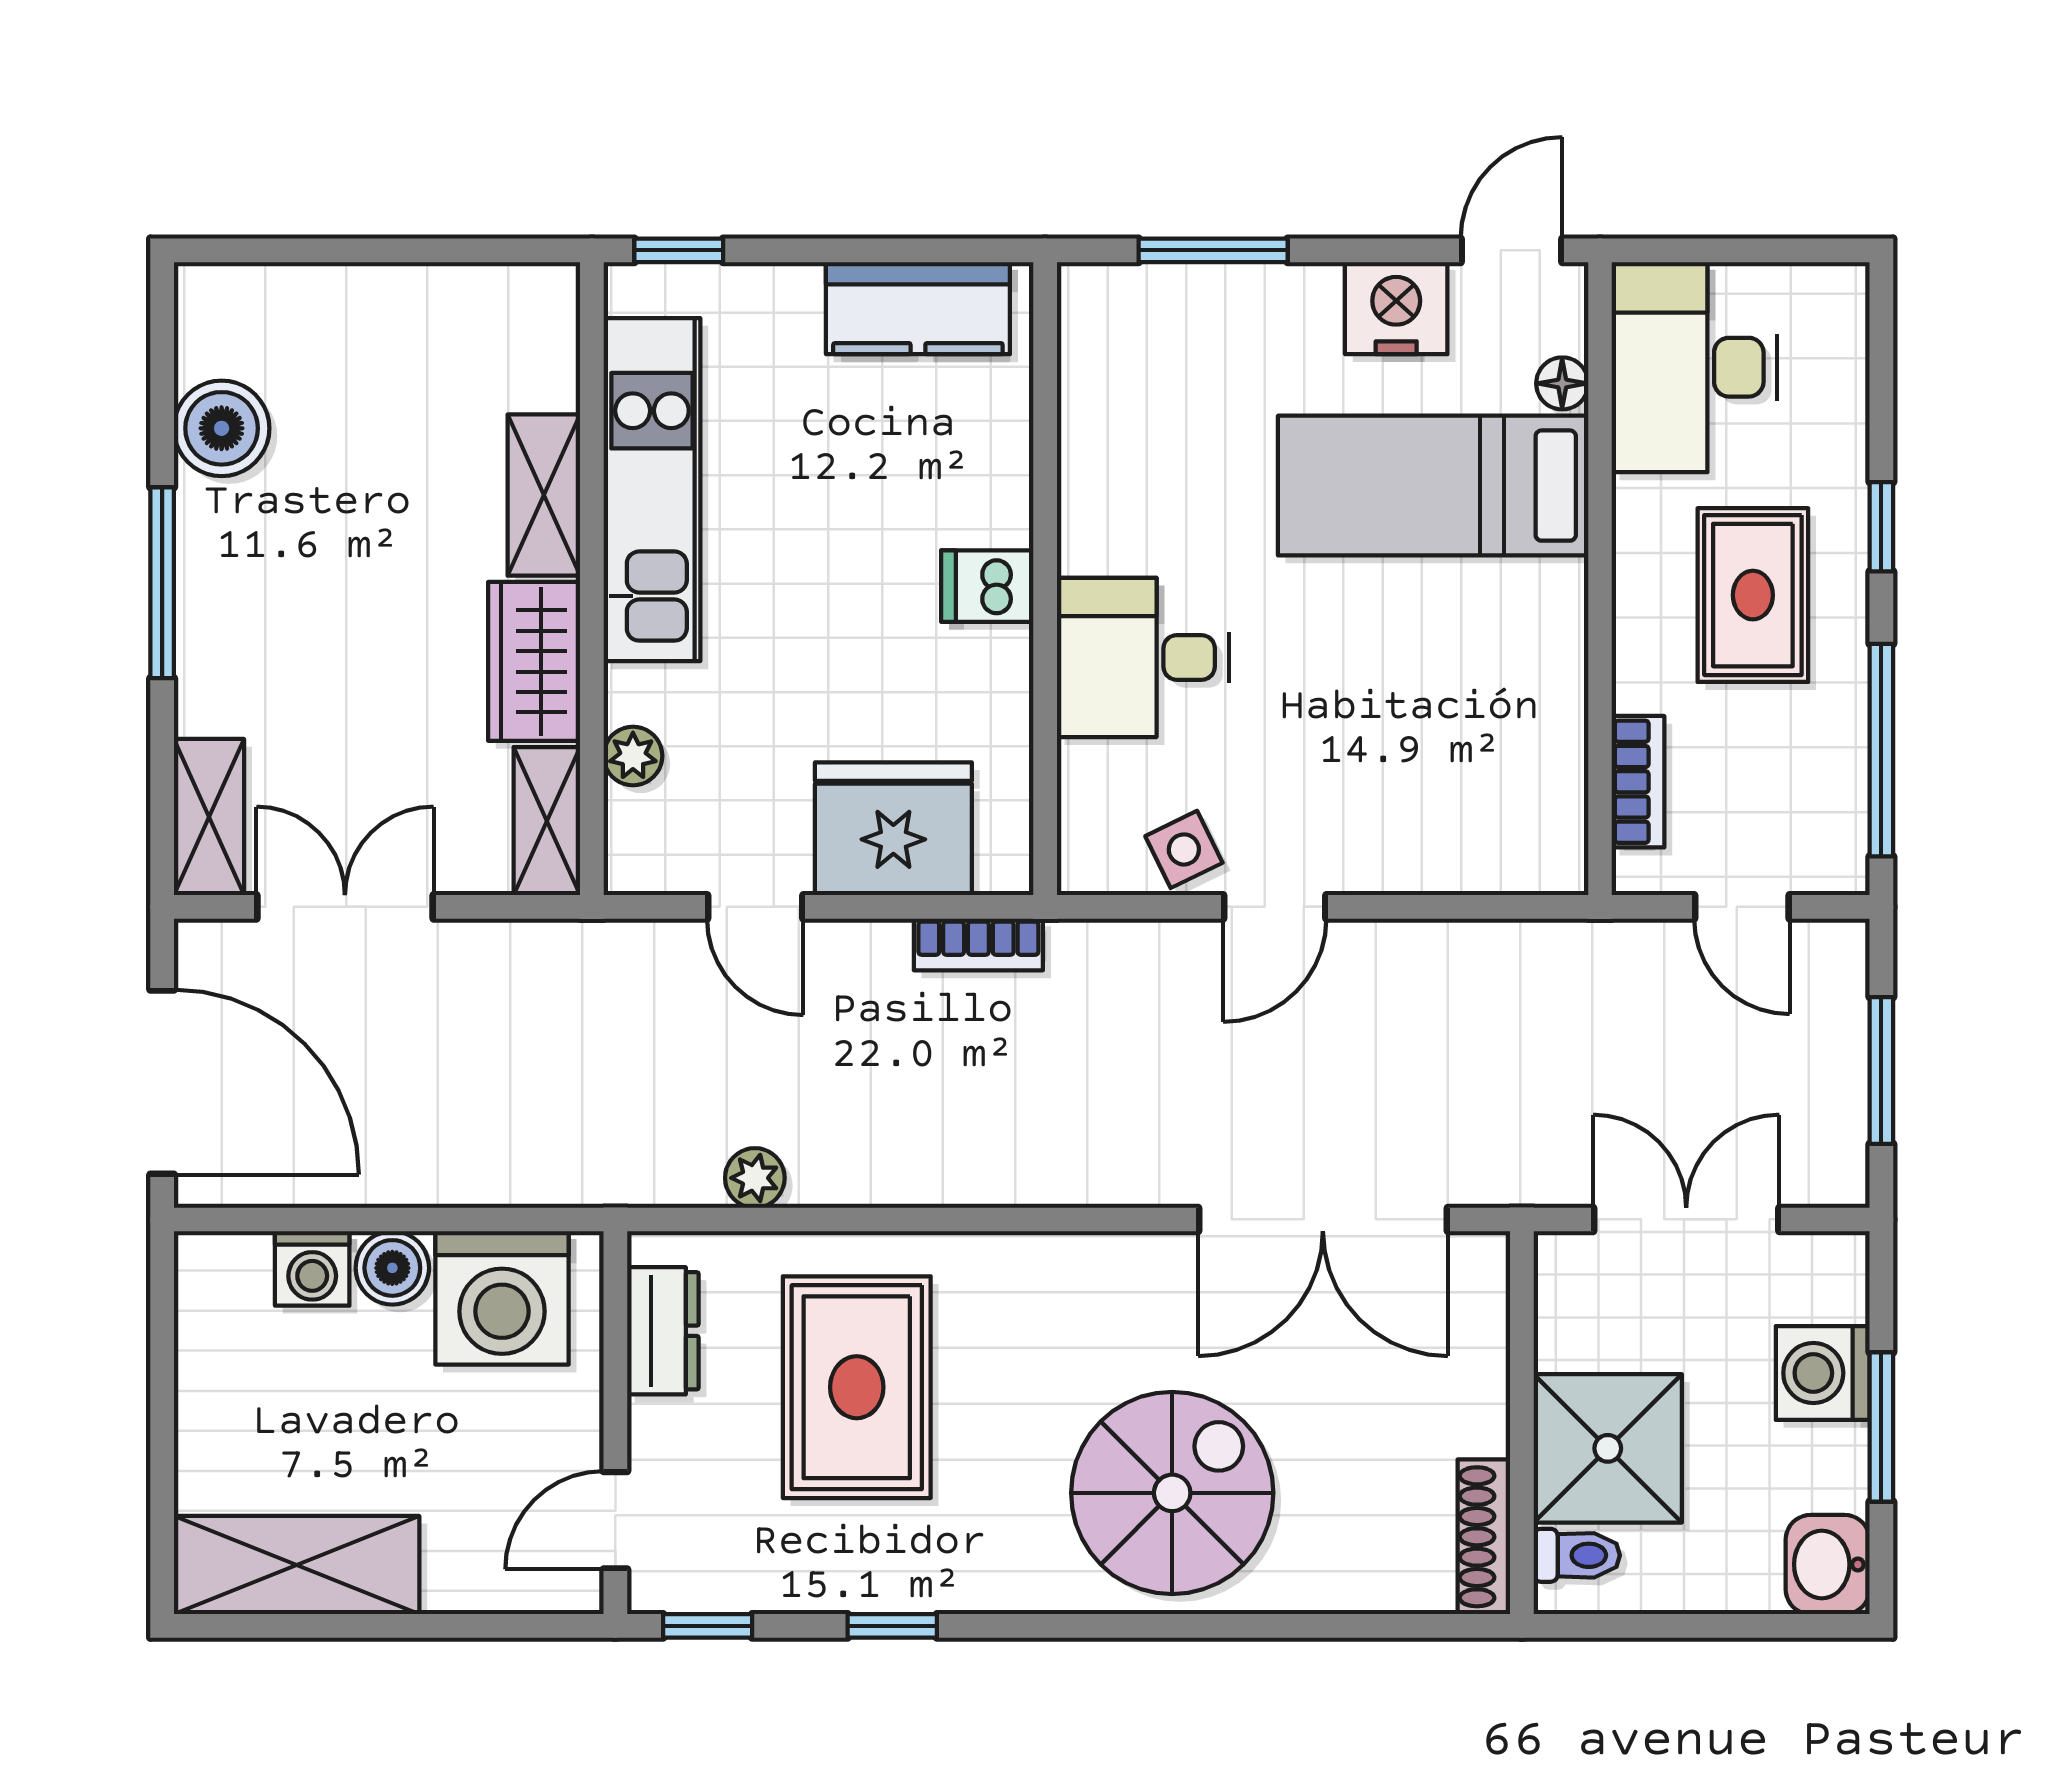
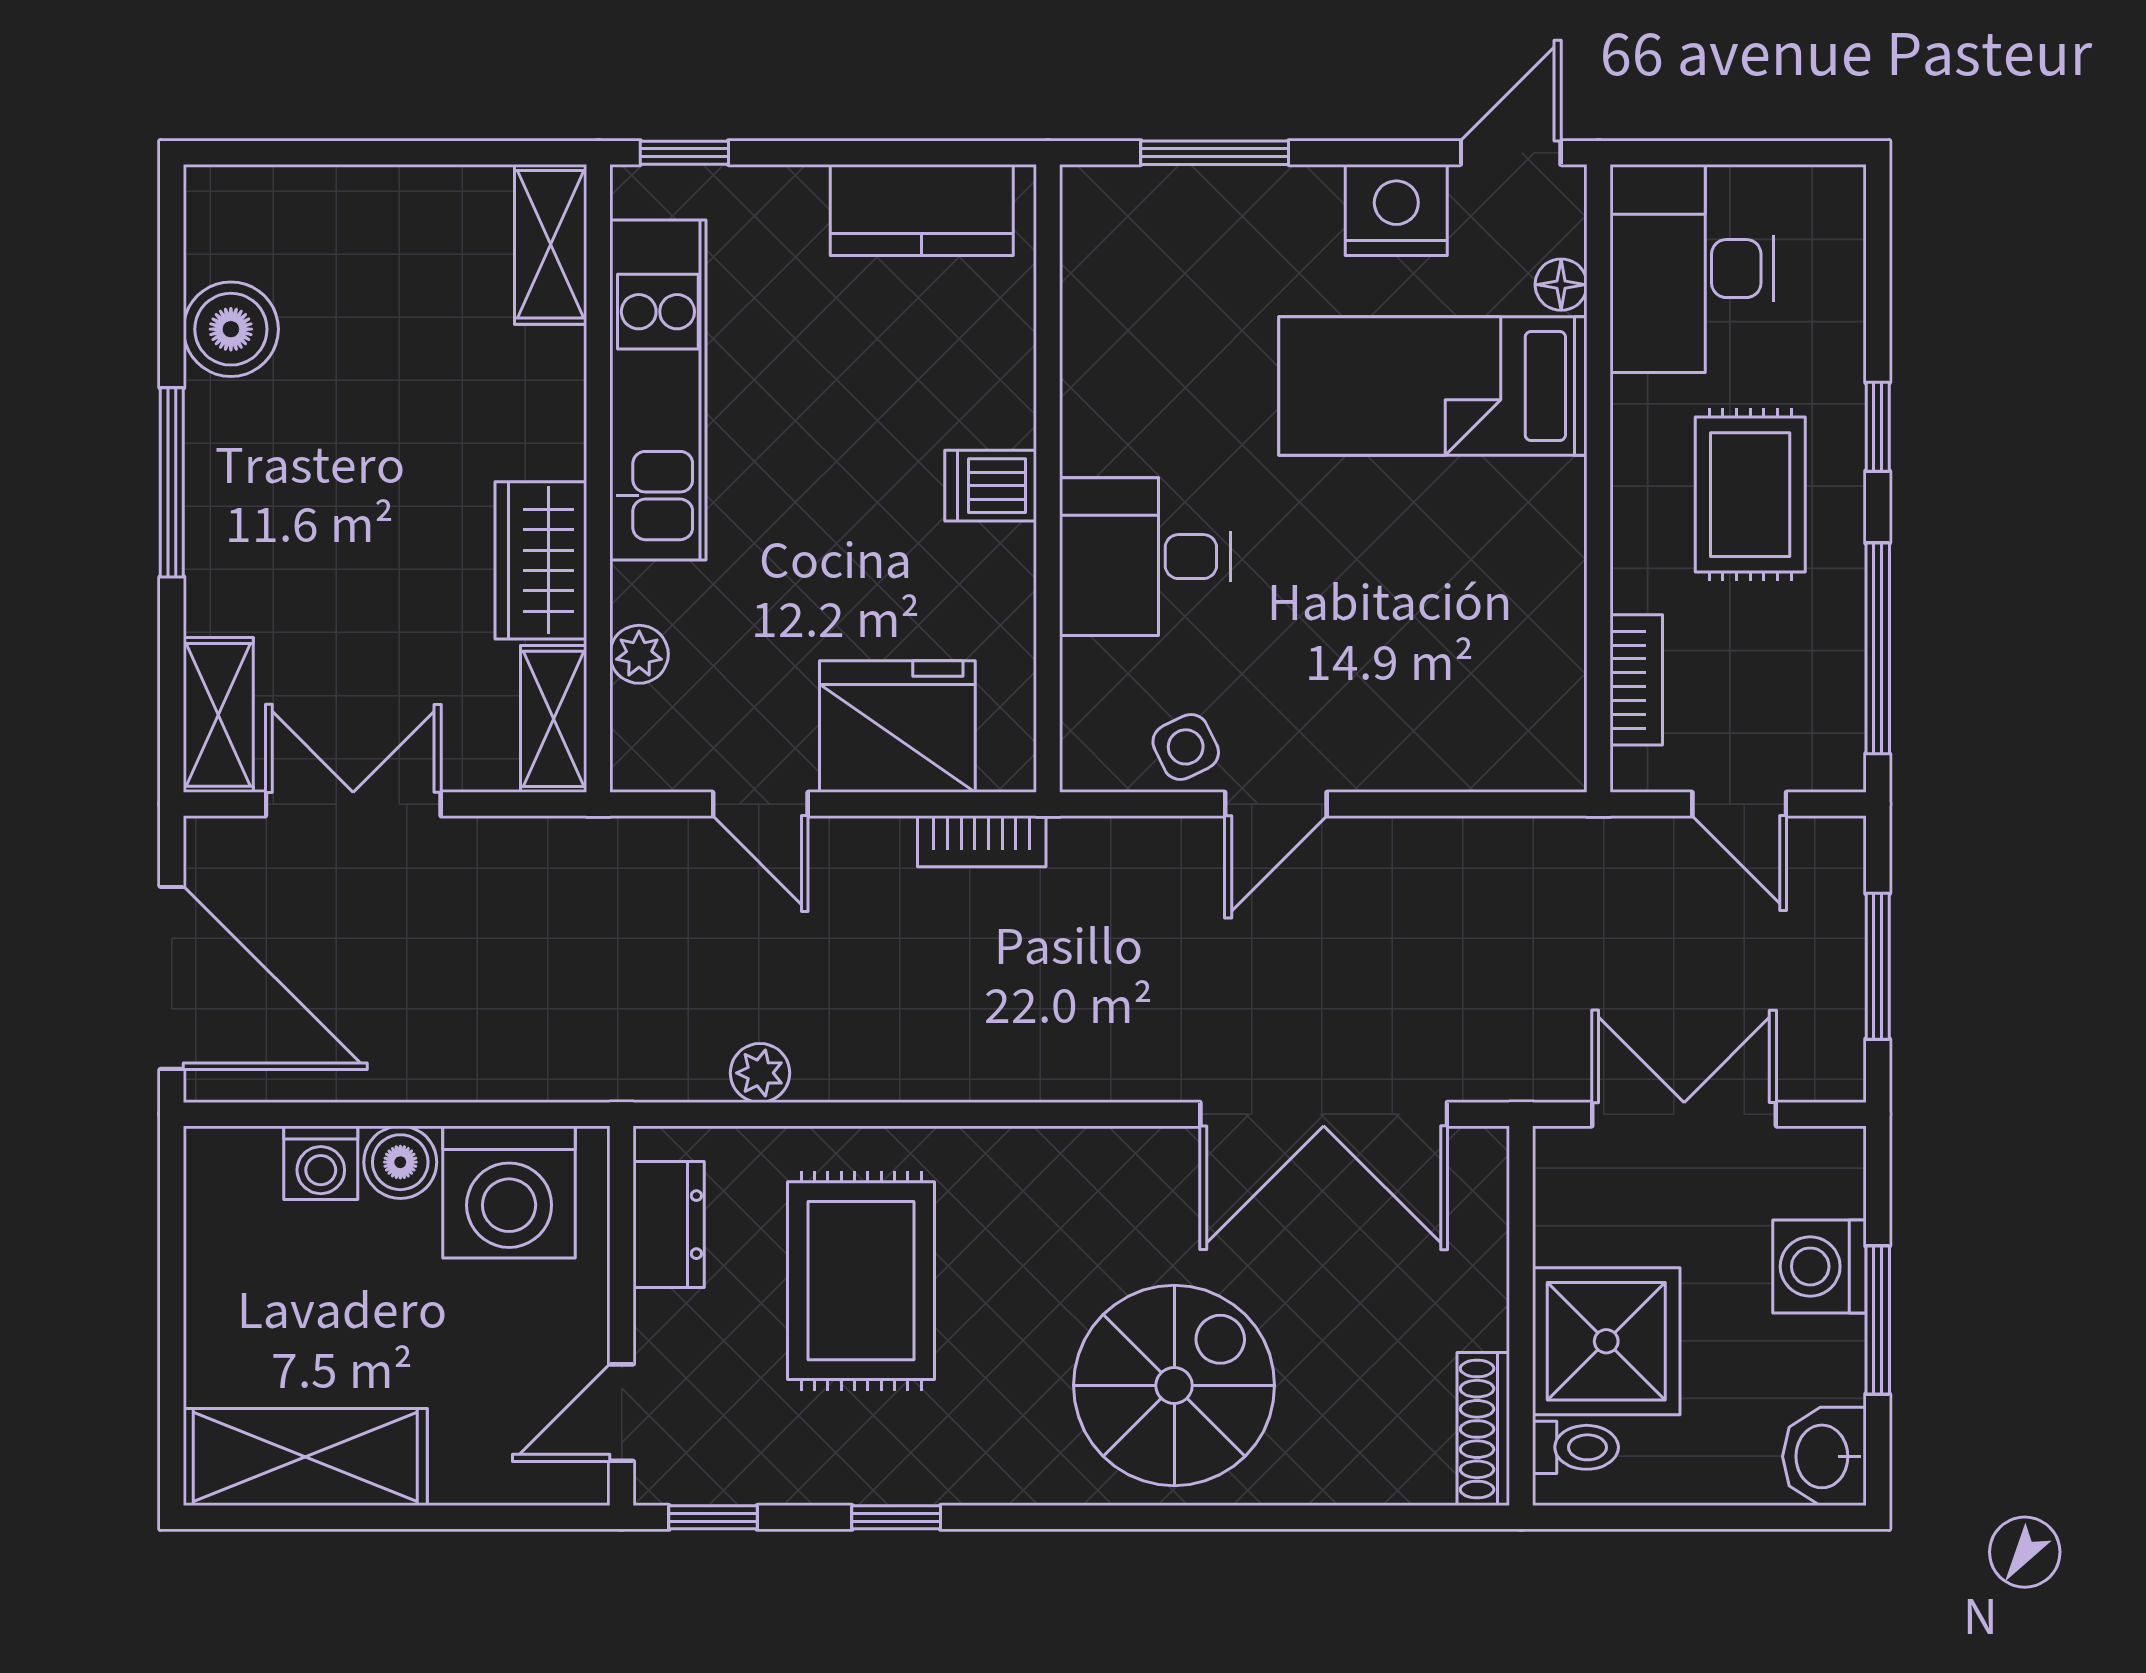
shelving: (544, 495) -> (551, 244), moved

